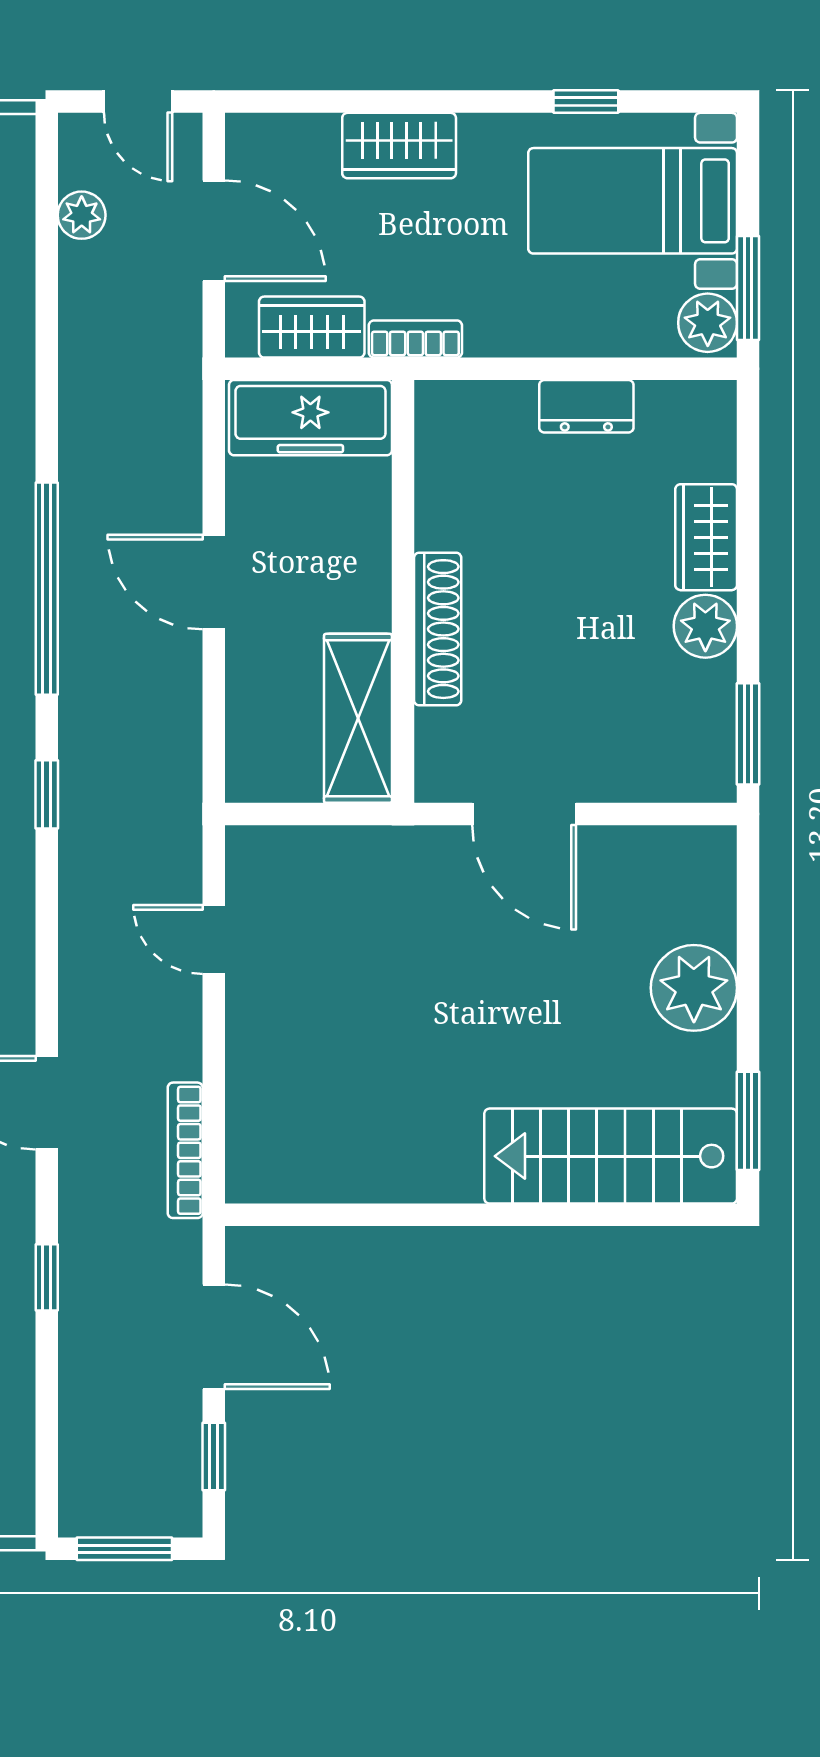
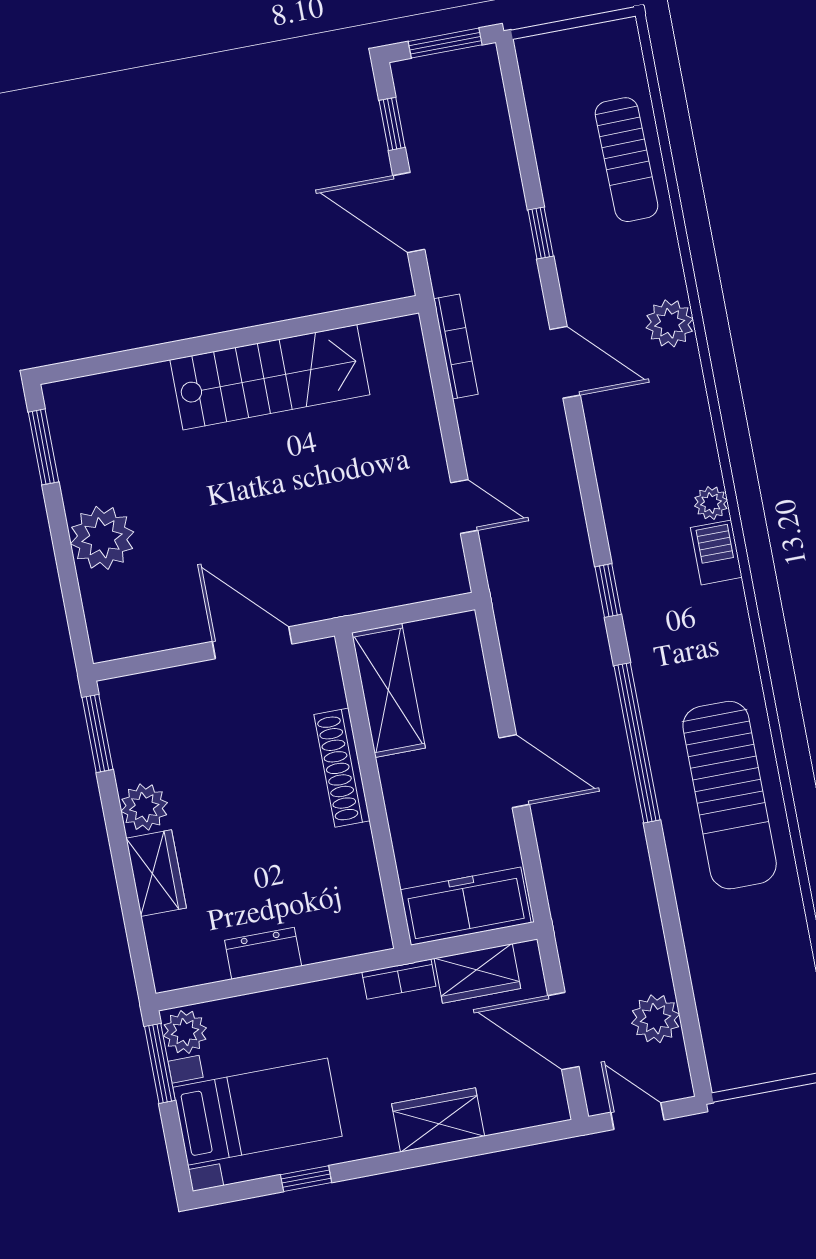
plant: (82, 215) -> (655, 1019), width x1.38, depth x1.38
stairs: (611, 1156) -> (270, 377), moved

